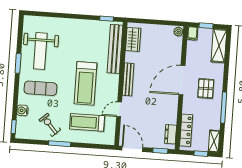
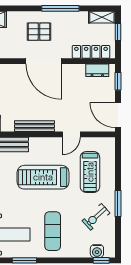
door: (182, 80) -> (44, 61), moved
treadmill: (86, 83) -> (43, 177), turned 180
door: (119, 109) -> (71, 134), hinge flipped
water cooler: (22, 110) -> (97, 251), moved
door: (132, 149) -> (118, 115), hinge flipped

